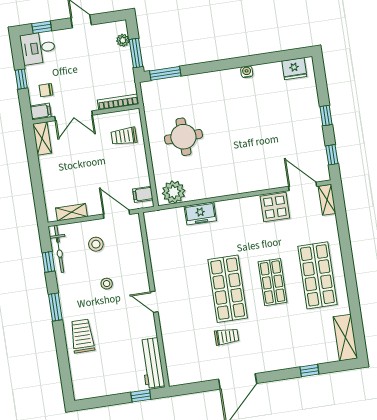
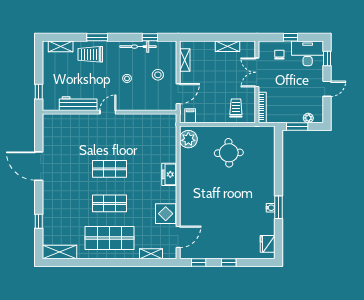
desk: (38, 48) -> (308, 53), width x1.37
window: (165, 73) -> (279, 207), moved
filing cabinet: (41, 111) -> (264, 48), removed
shelving: (42, 138) -> (227, 46), moved
shelving: (327, 200) -> (151, 254), moved
freezer: (200, 213) -> (169, 174), moved
bicycle: (59, 249) -> (138, 47), moved
shop shelf: (228, 289) -> (109, 169), width x0.70, depth x0.74
window: (55, 307) -> (97, 37), moved
trolley: (82, 336) -> (90, 54), turned 180
trolley: (227, 337) -> (74, 163), removed
workbench: (152, 363) -> (78, 104), moved
shelving: (78, 376) -> (61, 46), added

